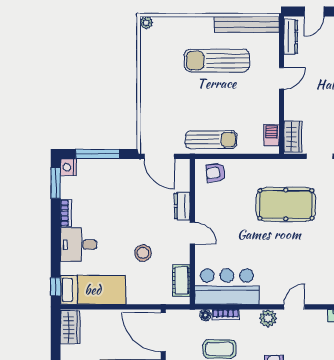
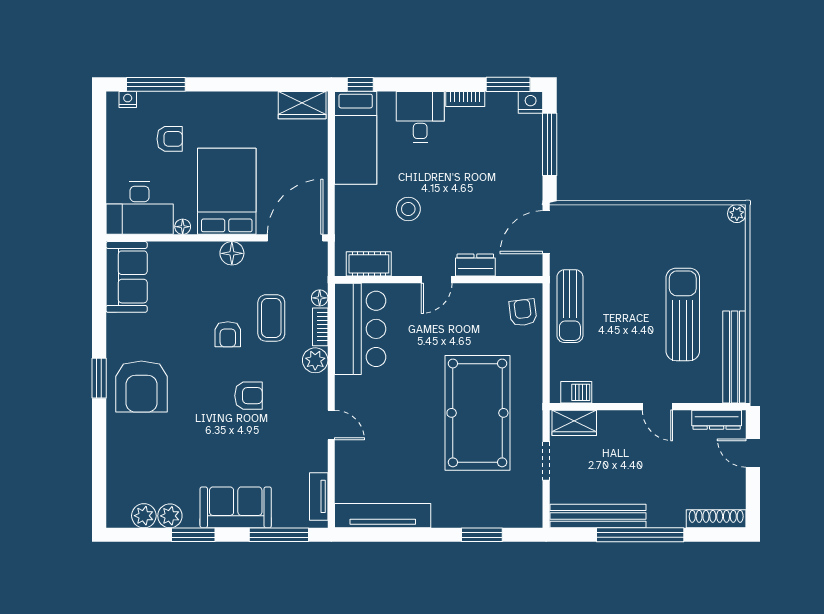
pool table: (286, 204) -> (477, 413), width x1.36, depth x1.32
plant: (268, 318) -> (315, 360), moved

